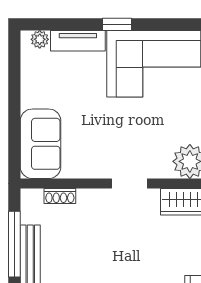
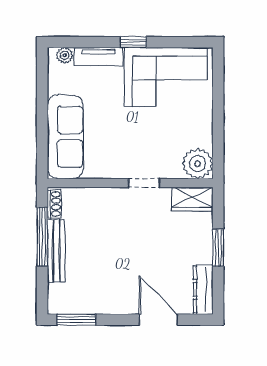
sofa: (41, 144) -> (65, 137), width x1.36
shoe rack: (60, 196) -> (54, 204), moved, turned -90

